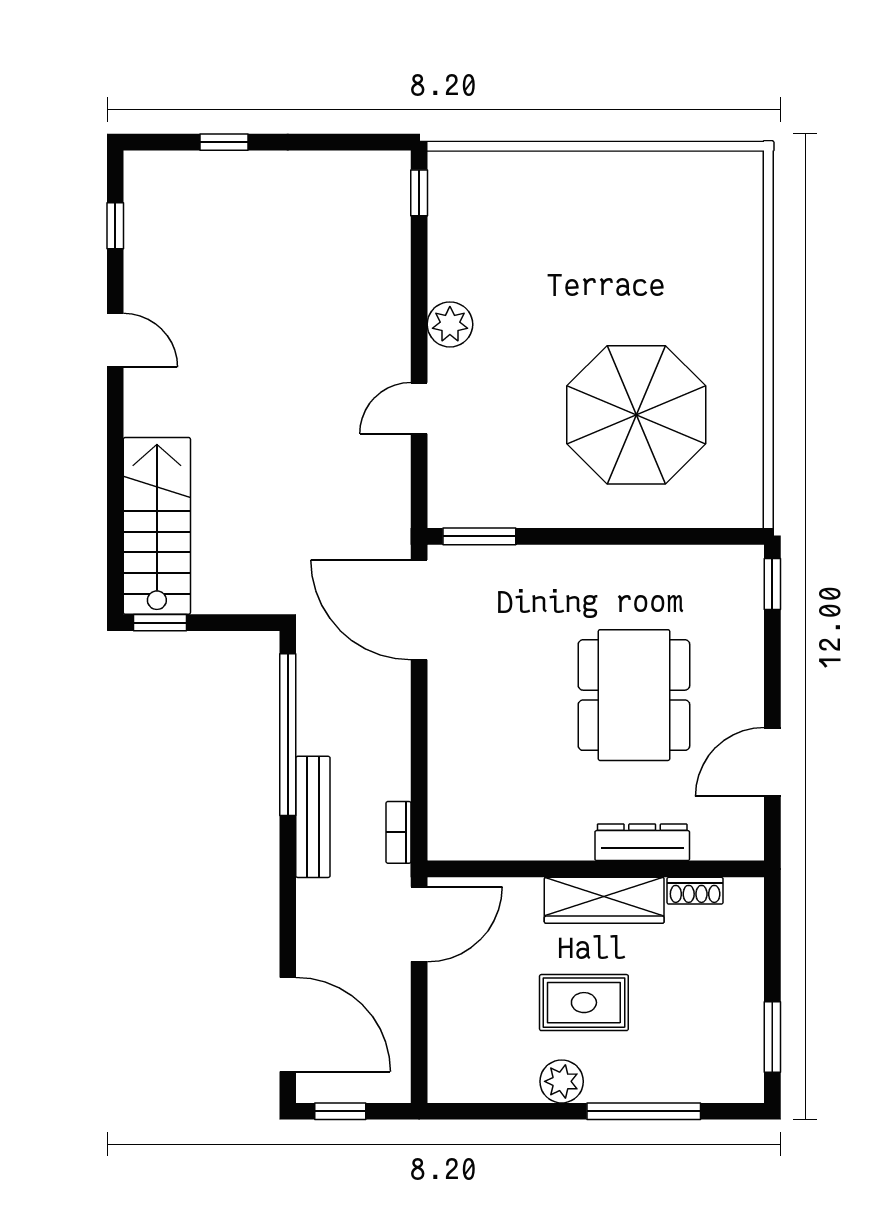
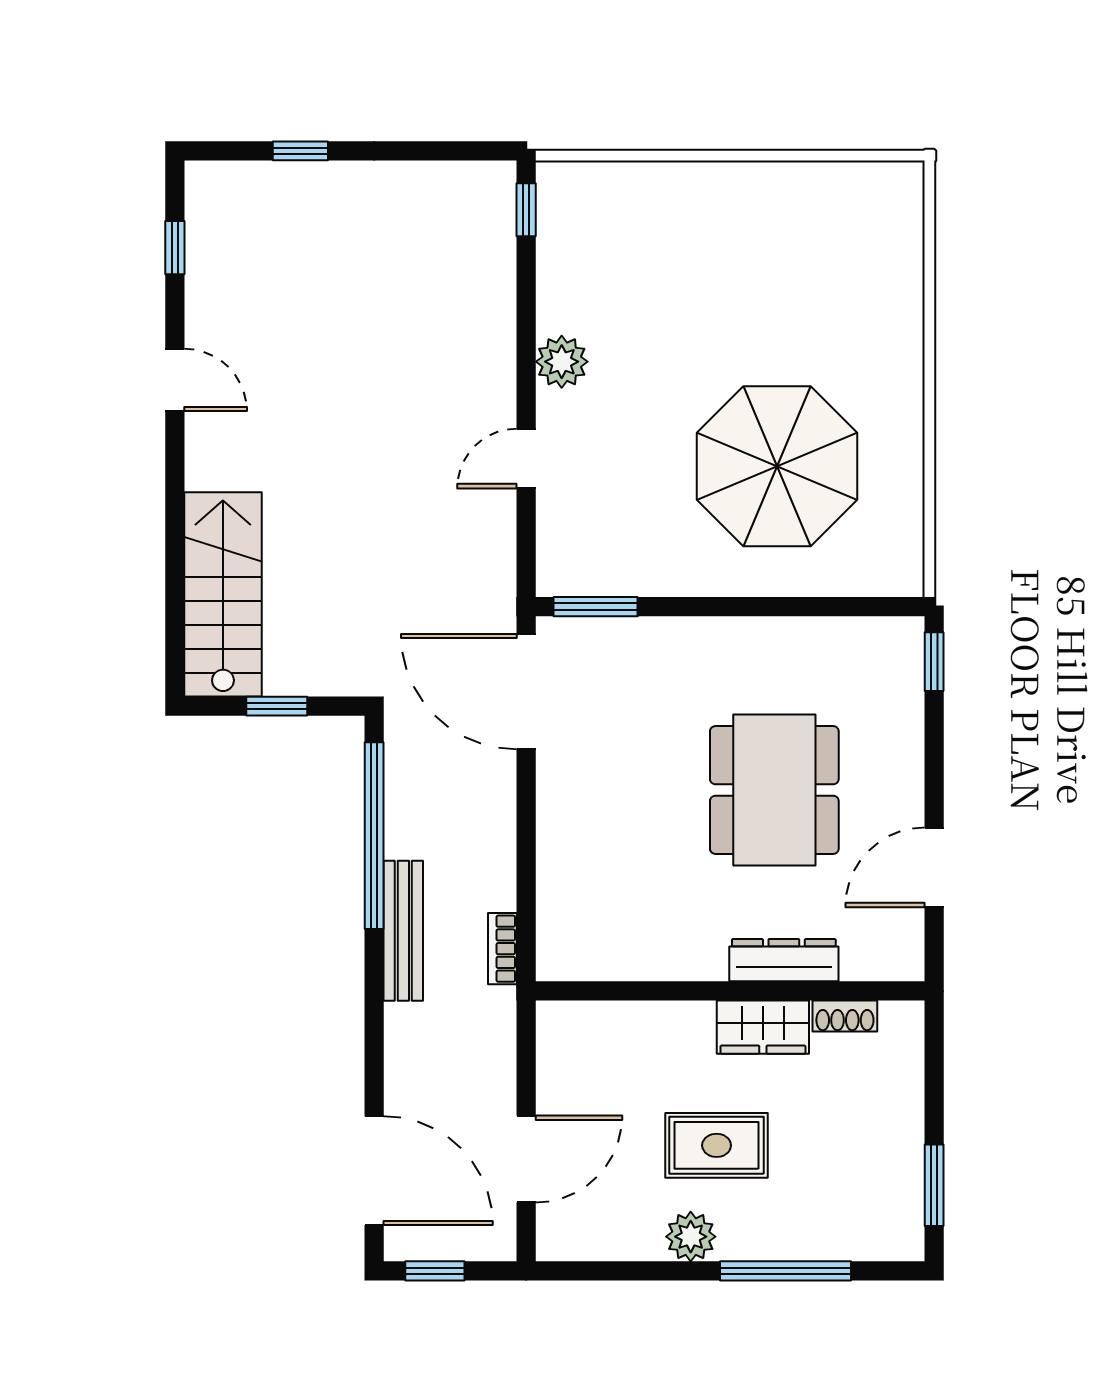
window: (160, 623) -> (277, 706), moved
wardrobe: (604, 900) -> (763, 1027), width x0.67
door: (419, 924) -> (526, 1159), moved

